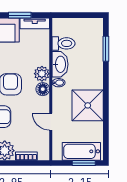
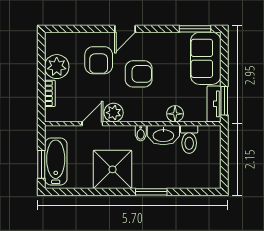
window: (20, 15) -> (224, 101), moved
window: (106, 49) -> (151, 192), moved
plant: (42, 74) -> (114, 113), moved
floor lamp: (43, 89) -> (175, 114), moved

